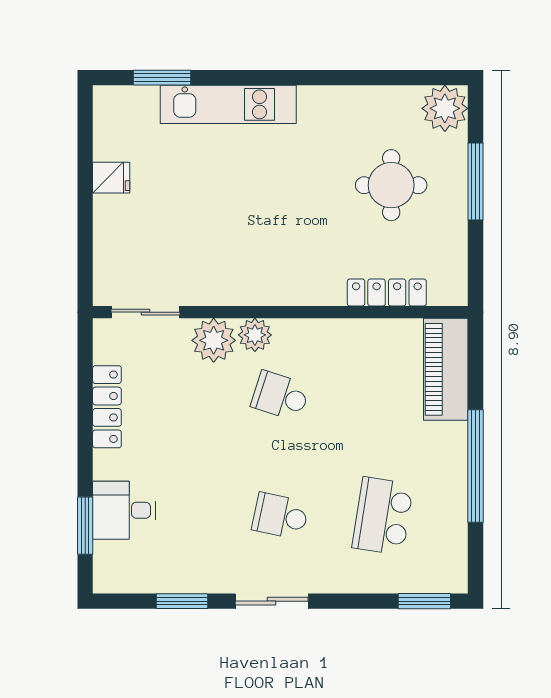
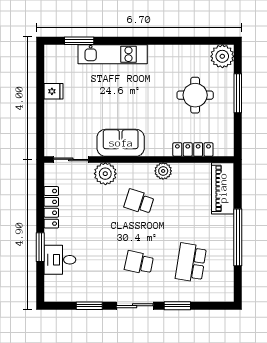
sofa: (244, 279) -> (121, 143), added
plant: (255, 335) -> (163, 171), moved
window: (85, 526) -> (40, 247), moved
window: (424, 601) -> (177, 306), moved

